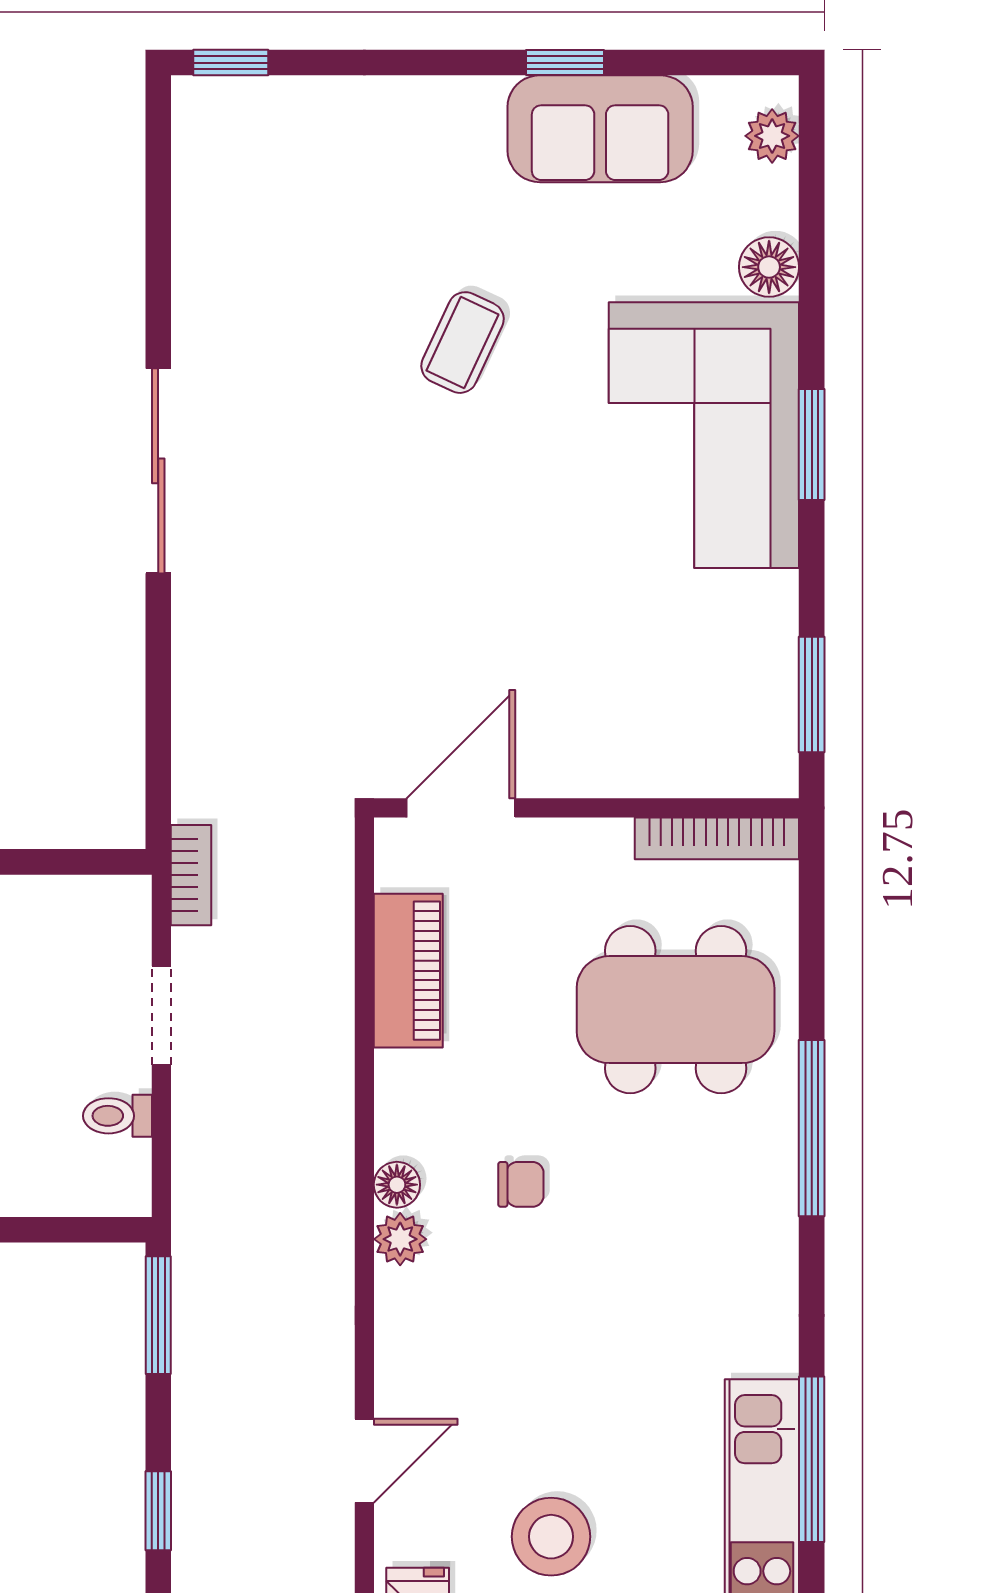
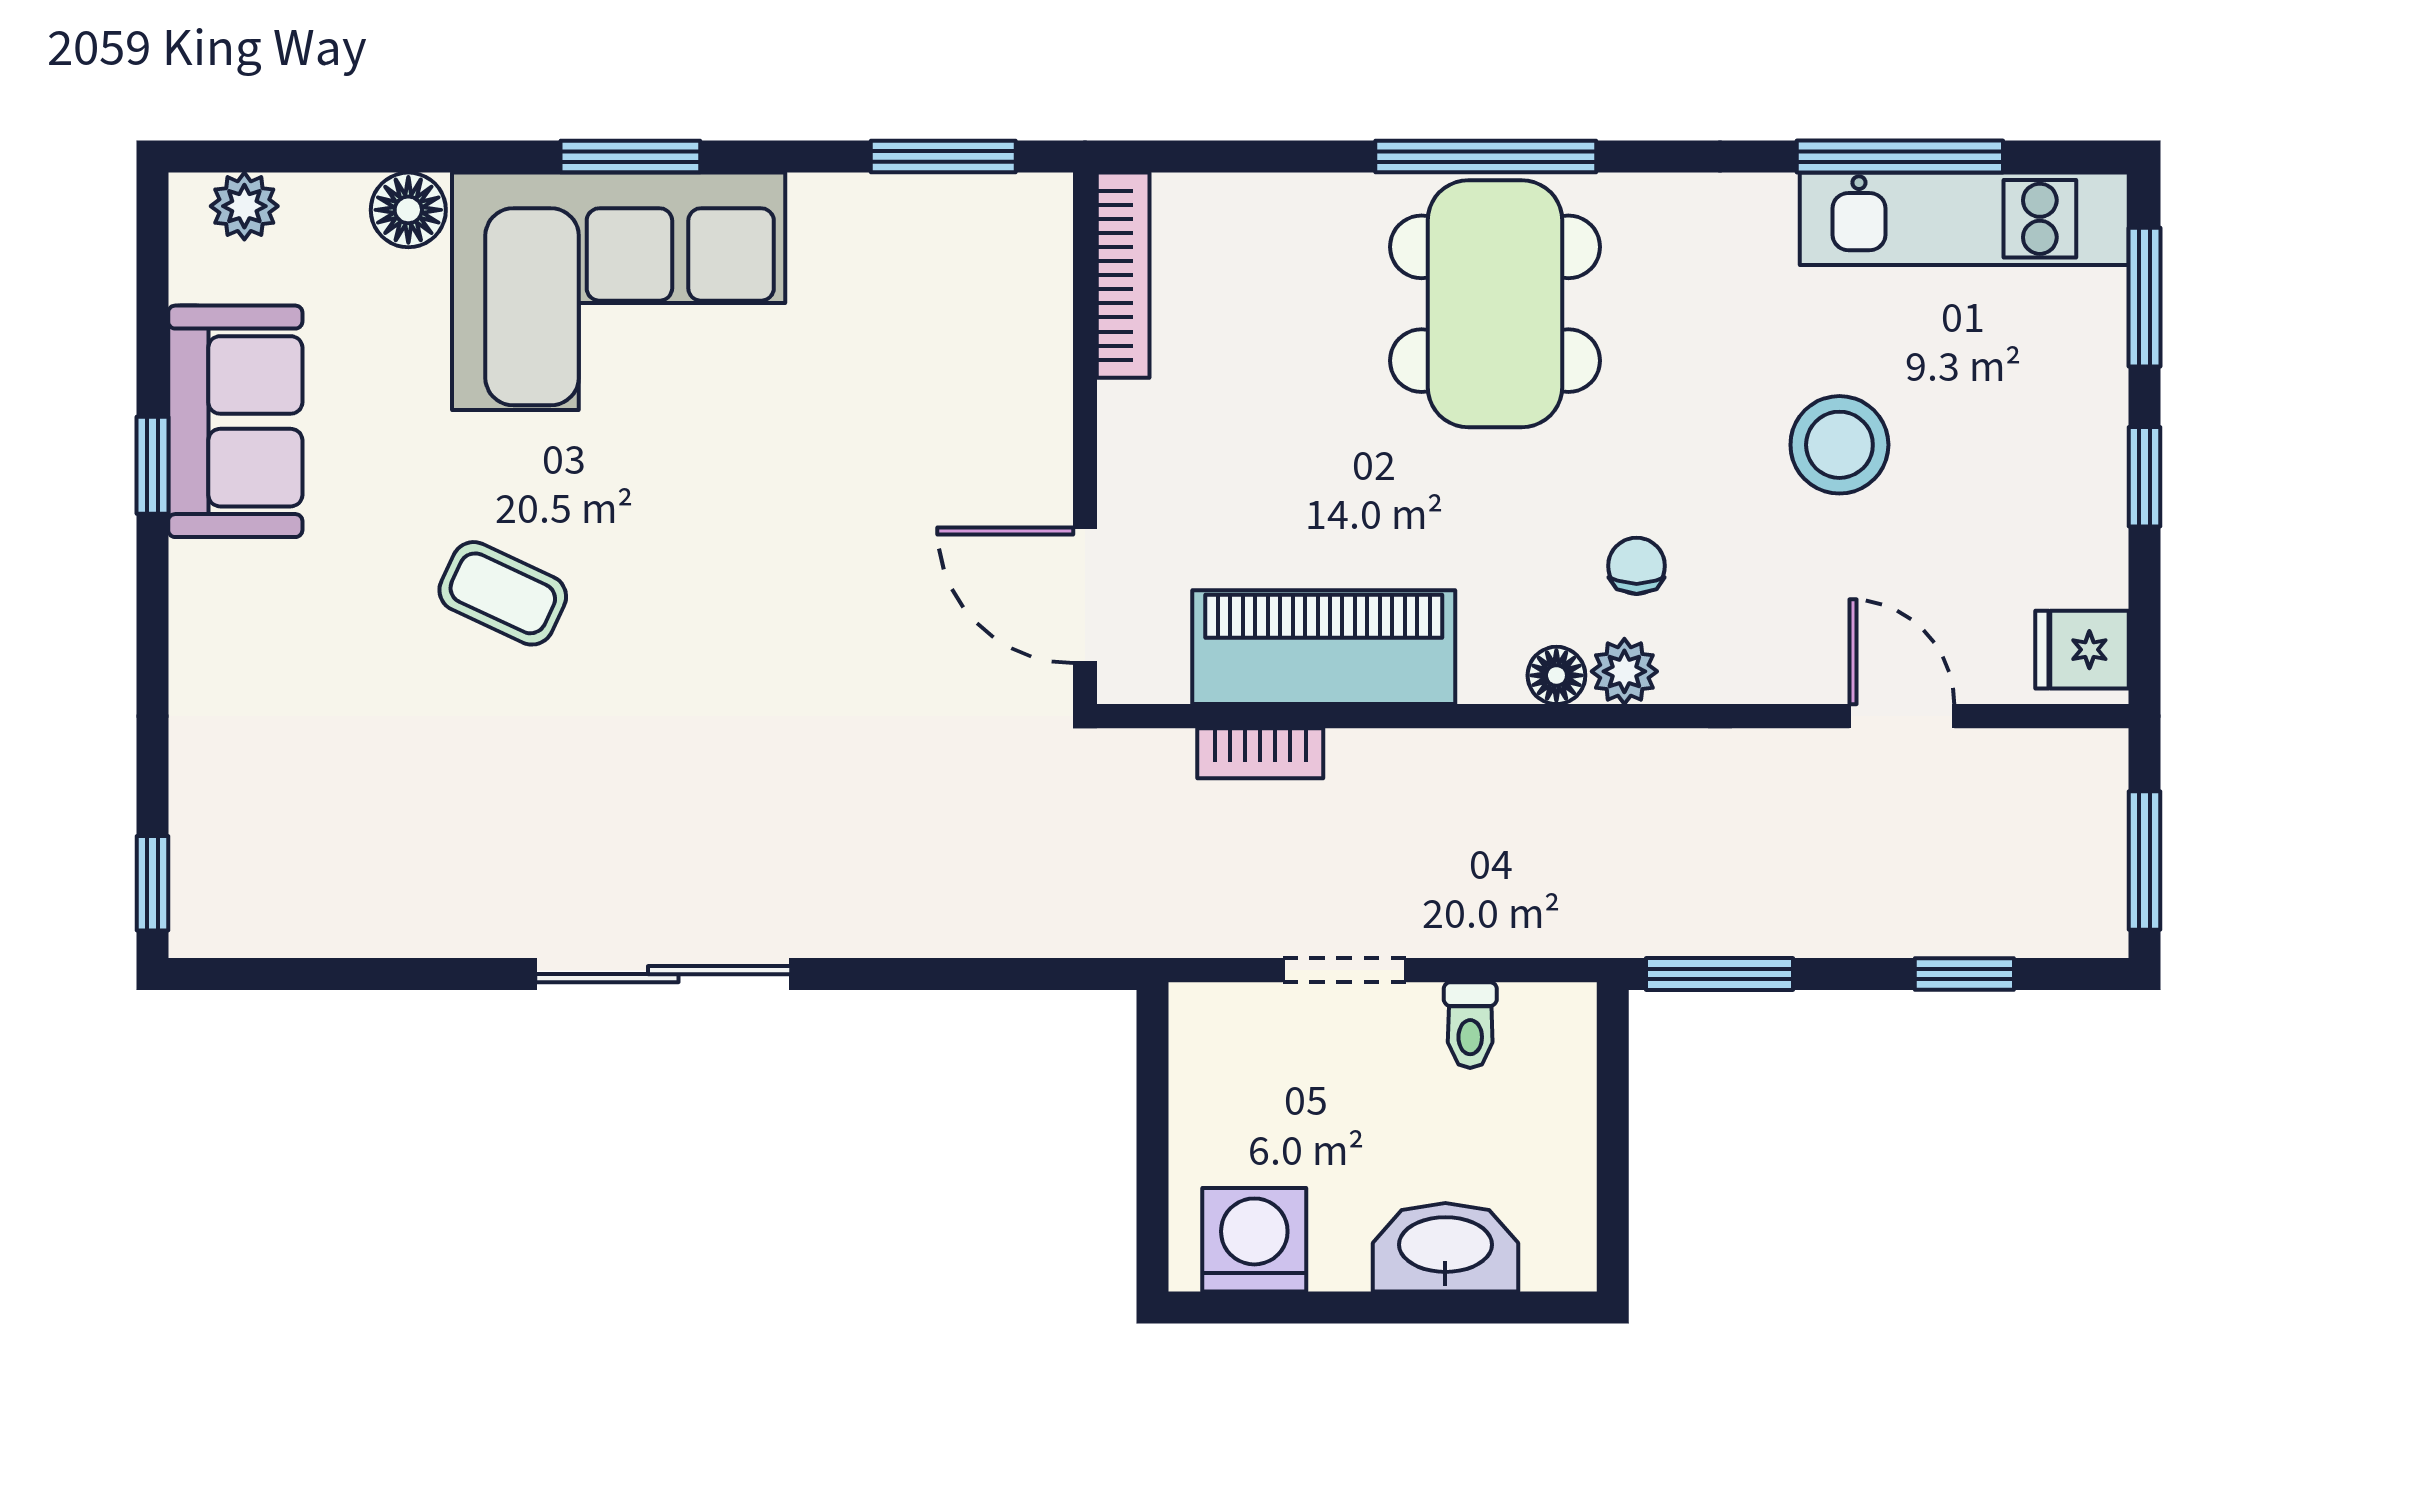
bookcase: (191, 875) -> (1260, 753), moved, turned 180
piano: (408, 971) -> (1324, 647), width x1.37, depth x1.33
dining table: (676, 1010) -> (1495, 304), moved
chair: (521, 1184) -> (1637, 566), moved
stool: (551, 1537) -> (1839, 445), moved

